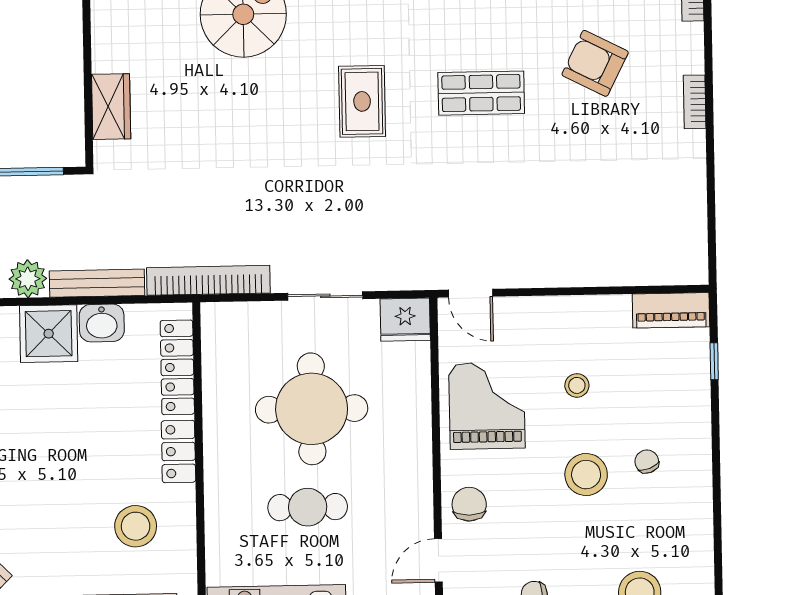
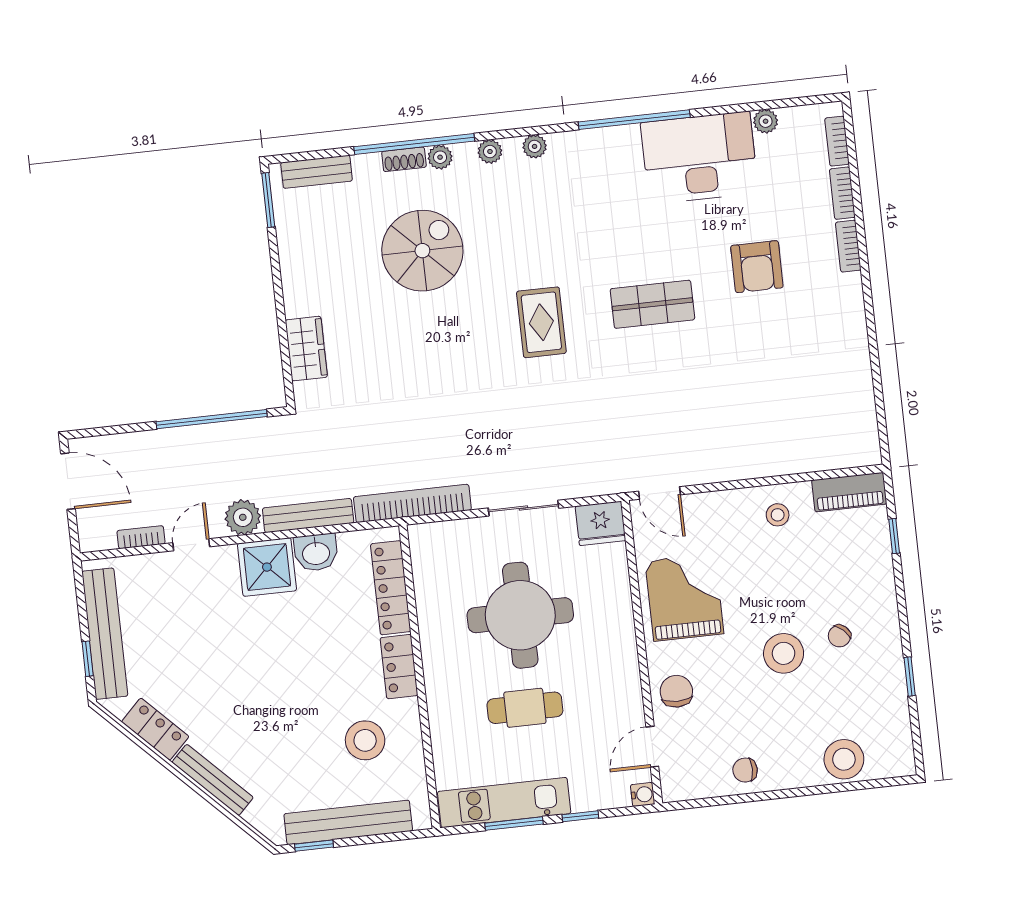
armchair: (595, 63) -> (757, 267), turned -117
bookcase: (695, 102) -> (848, 246), moved
stool: (577, 385) -> (778, 515), moved
chair: (647, 462) -> (839, 636), turned -116
window: (717, 511) -> (910, 677), added

